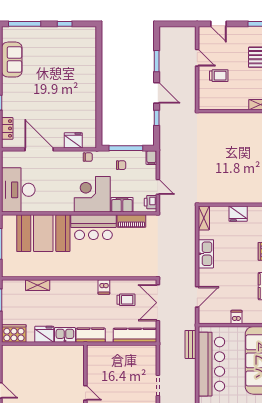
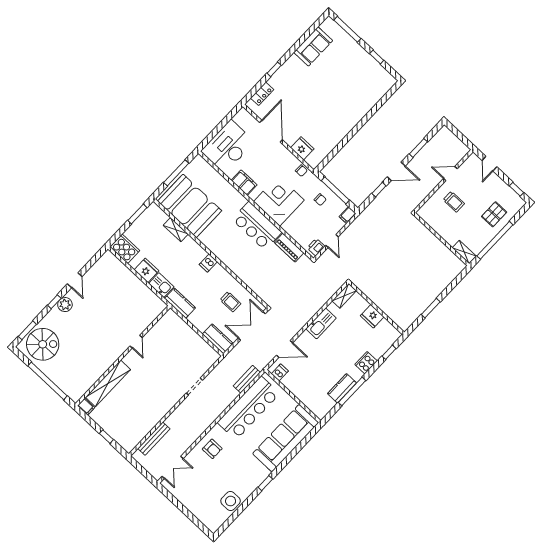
door: (197, 58) -> (450, 174), swing flipped
door: (157, 93) -> (396, 171), hinge flipped
filing cabinet: (122, 205) -> (244, 183), moved
booth: (43, 233) -> (190, 206), moved
dishwasher: (104, 287) -> (208, 263), moved
dishwasher: (237, 317) -> (280, 372), moved
kitchen counter: (135, 335) -> (218, 339), width x0.67

